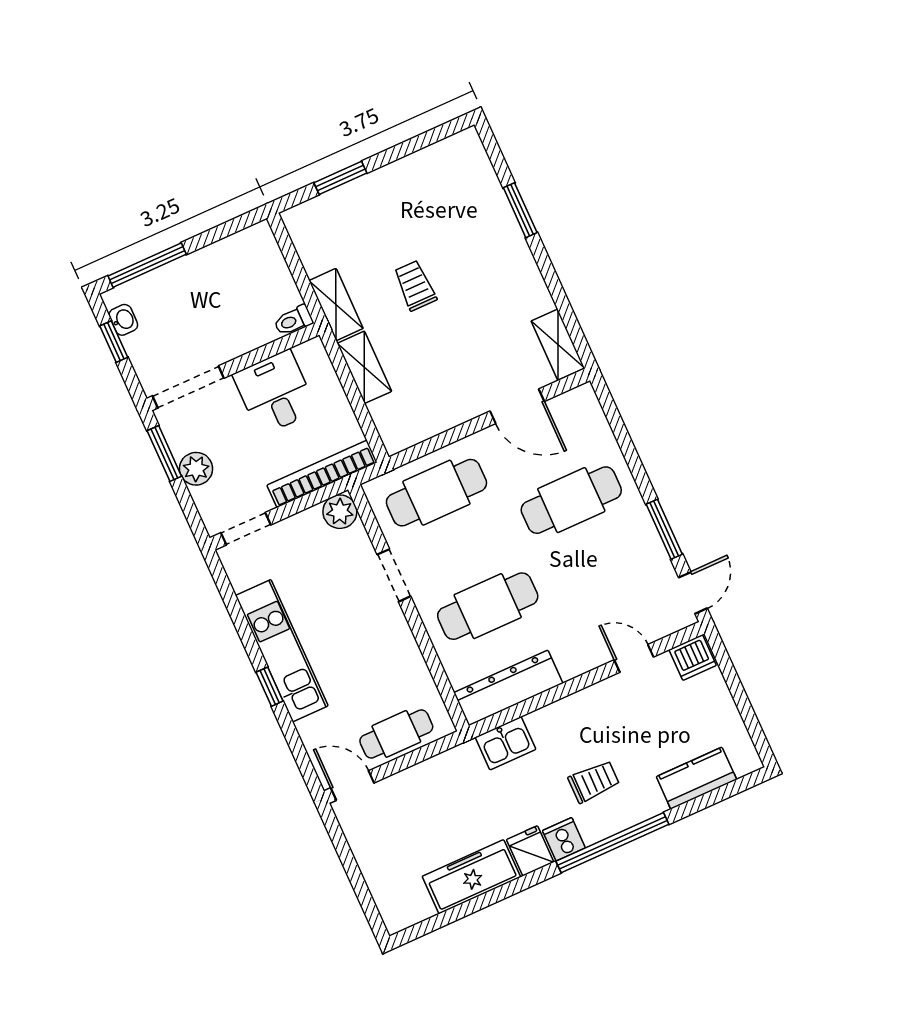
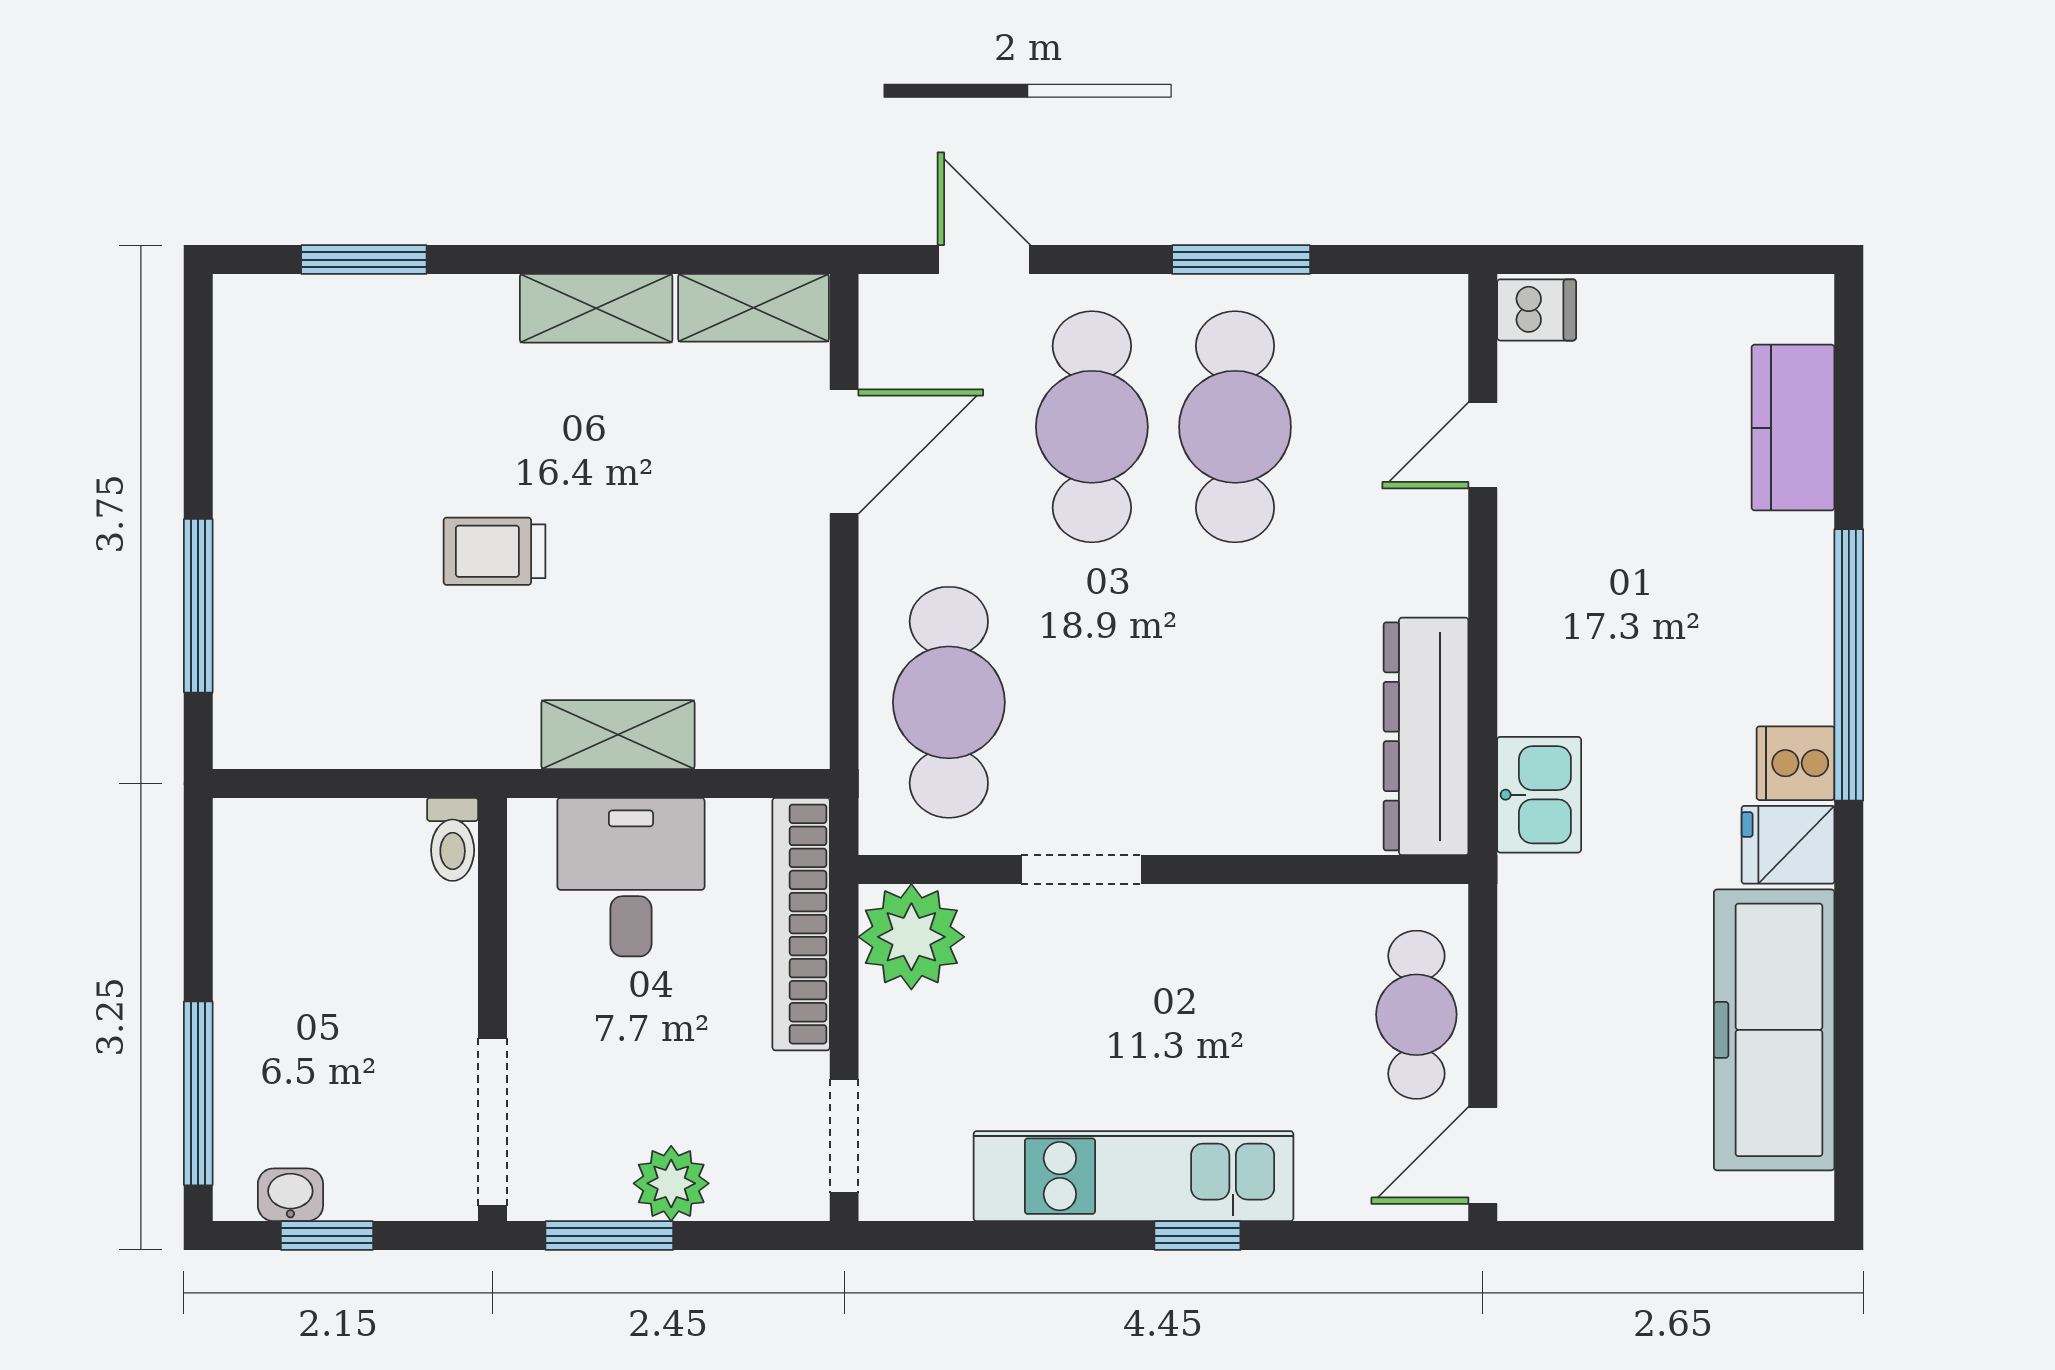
window: (340, 178) -> (198, 606), width x1.44
window: (520, 210) -> (364, 260), moved
shelving: (336, 304) -> (596, 308), moved
desk: (275, 393) -> (631, 877), moved, turned 90
plant: (340, 512) -> (911, 937), width x1.36, depth x1.36
door: (693, 593) -> (984, 260), moved
cafe table: (488, 606) -> (1235, 427), moved
dishwasher: (693, 658) -> (1537, 310), width x0.73
trolley: (594, 782) -> (1703, 646), removed
freezer: (471, 877) -> (1774, 1030), width x1.36, depth x1.26

